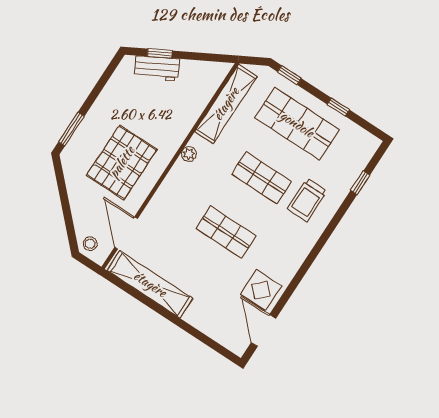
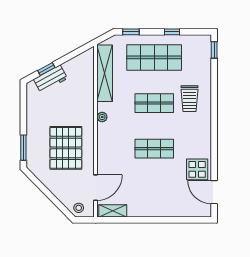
window: (360, 183) -> (214, 50), moved
door: (126, 233) -> (96, 188), swing flipped
shelving: (150, 284) -> (113, 211), width x0.45, depth x0.75

